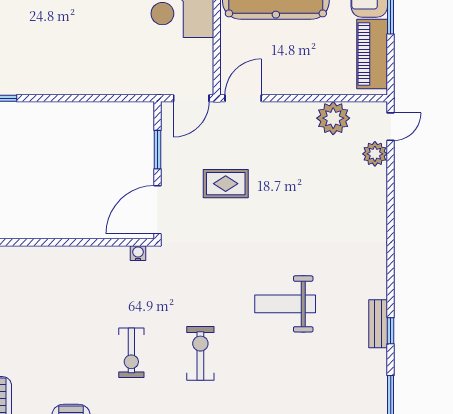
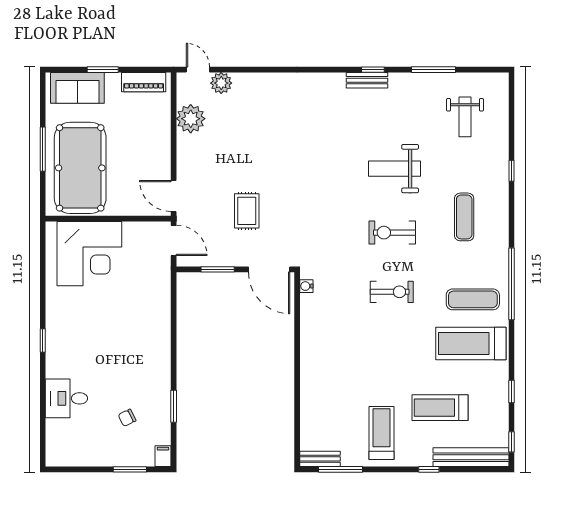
piano: (372, 54) -> (144, 82), width x0.73, depth x0.75
weight bench: (285, 304) -> (395, 169), moved, turned 90

